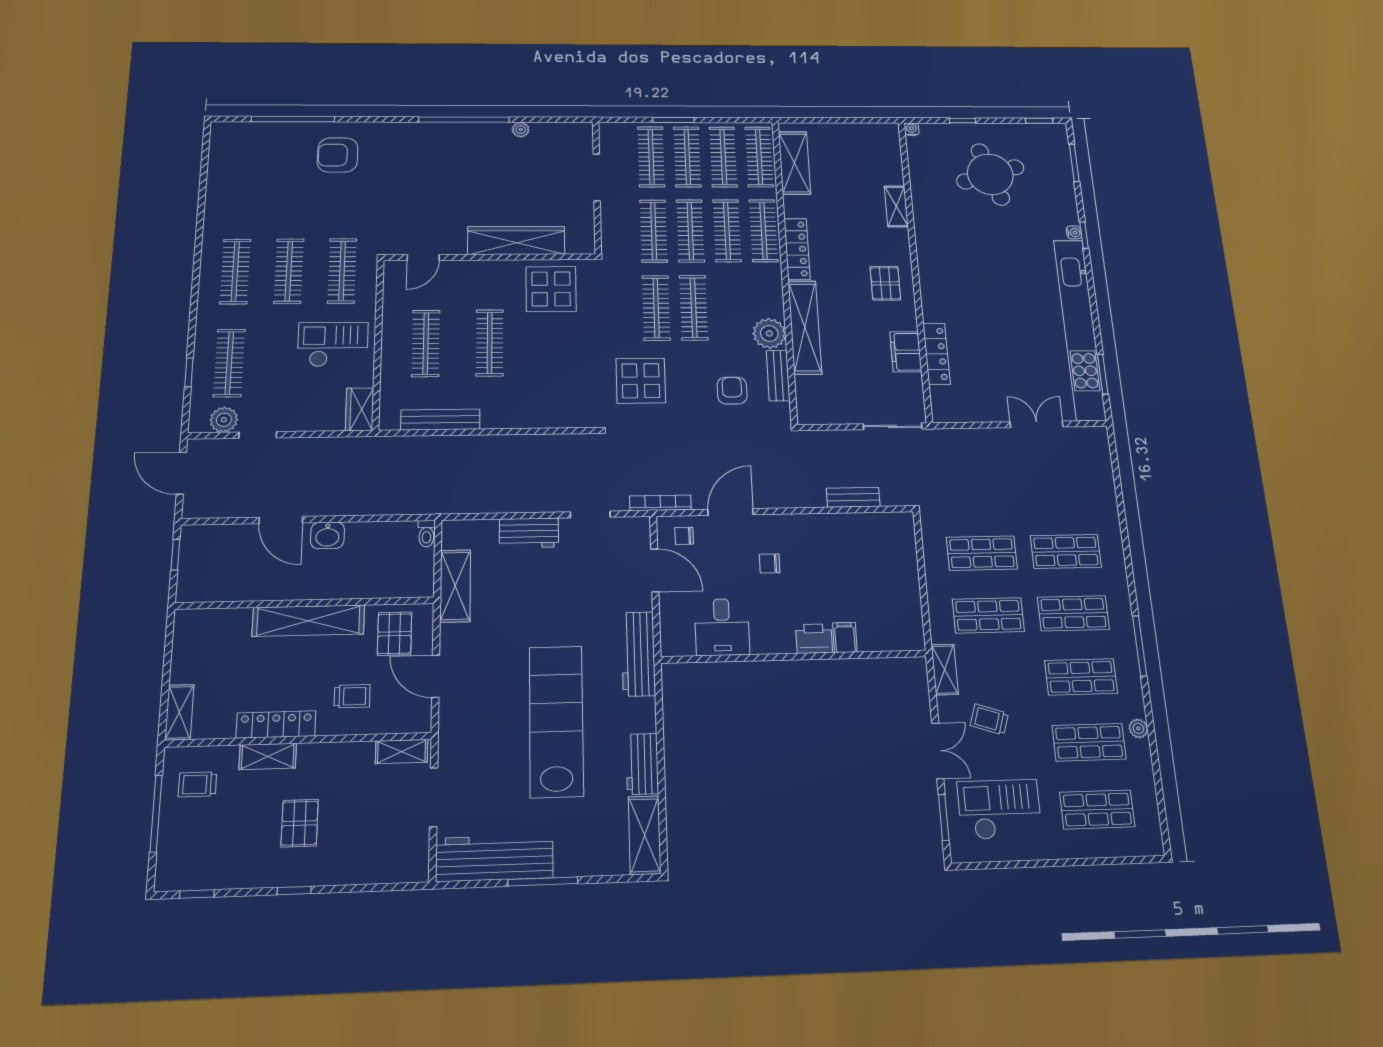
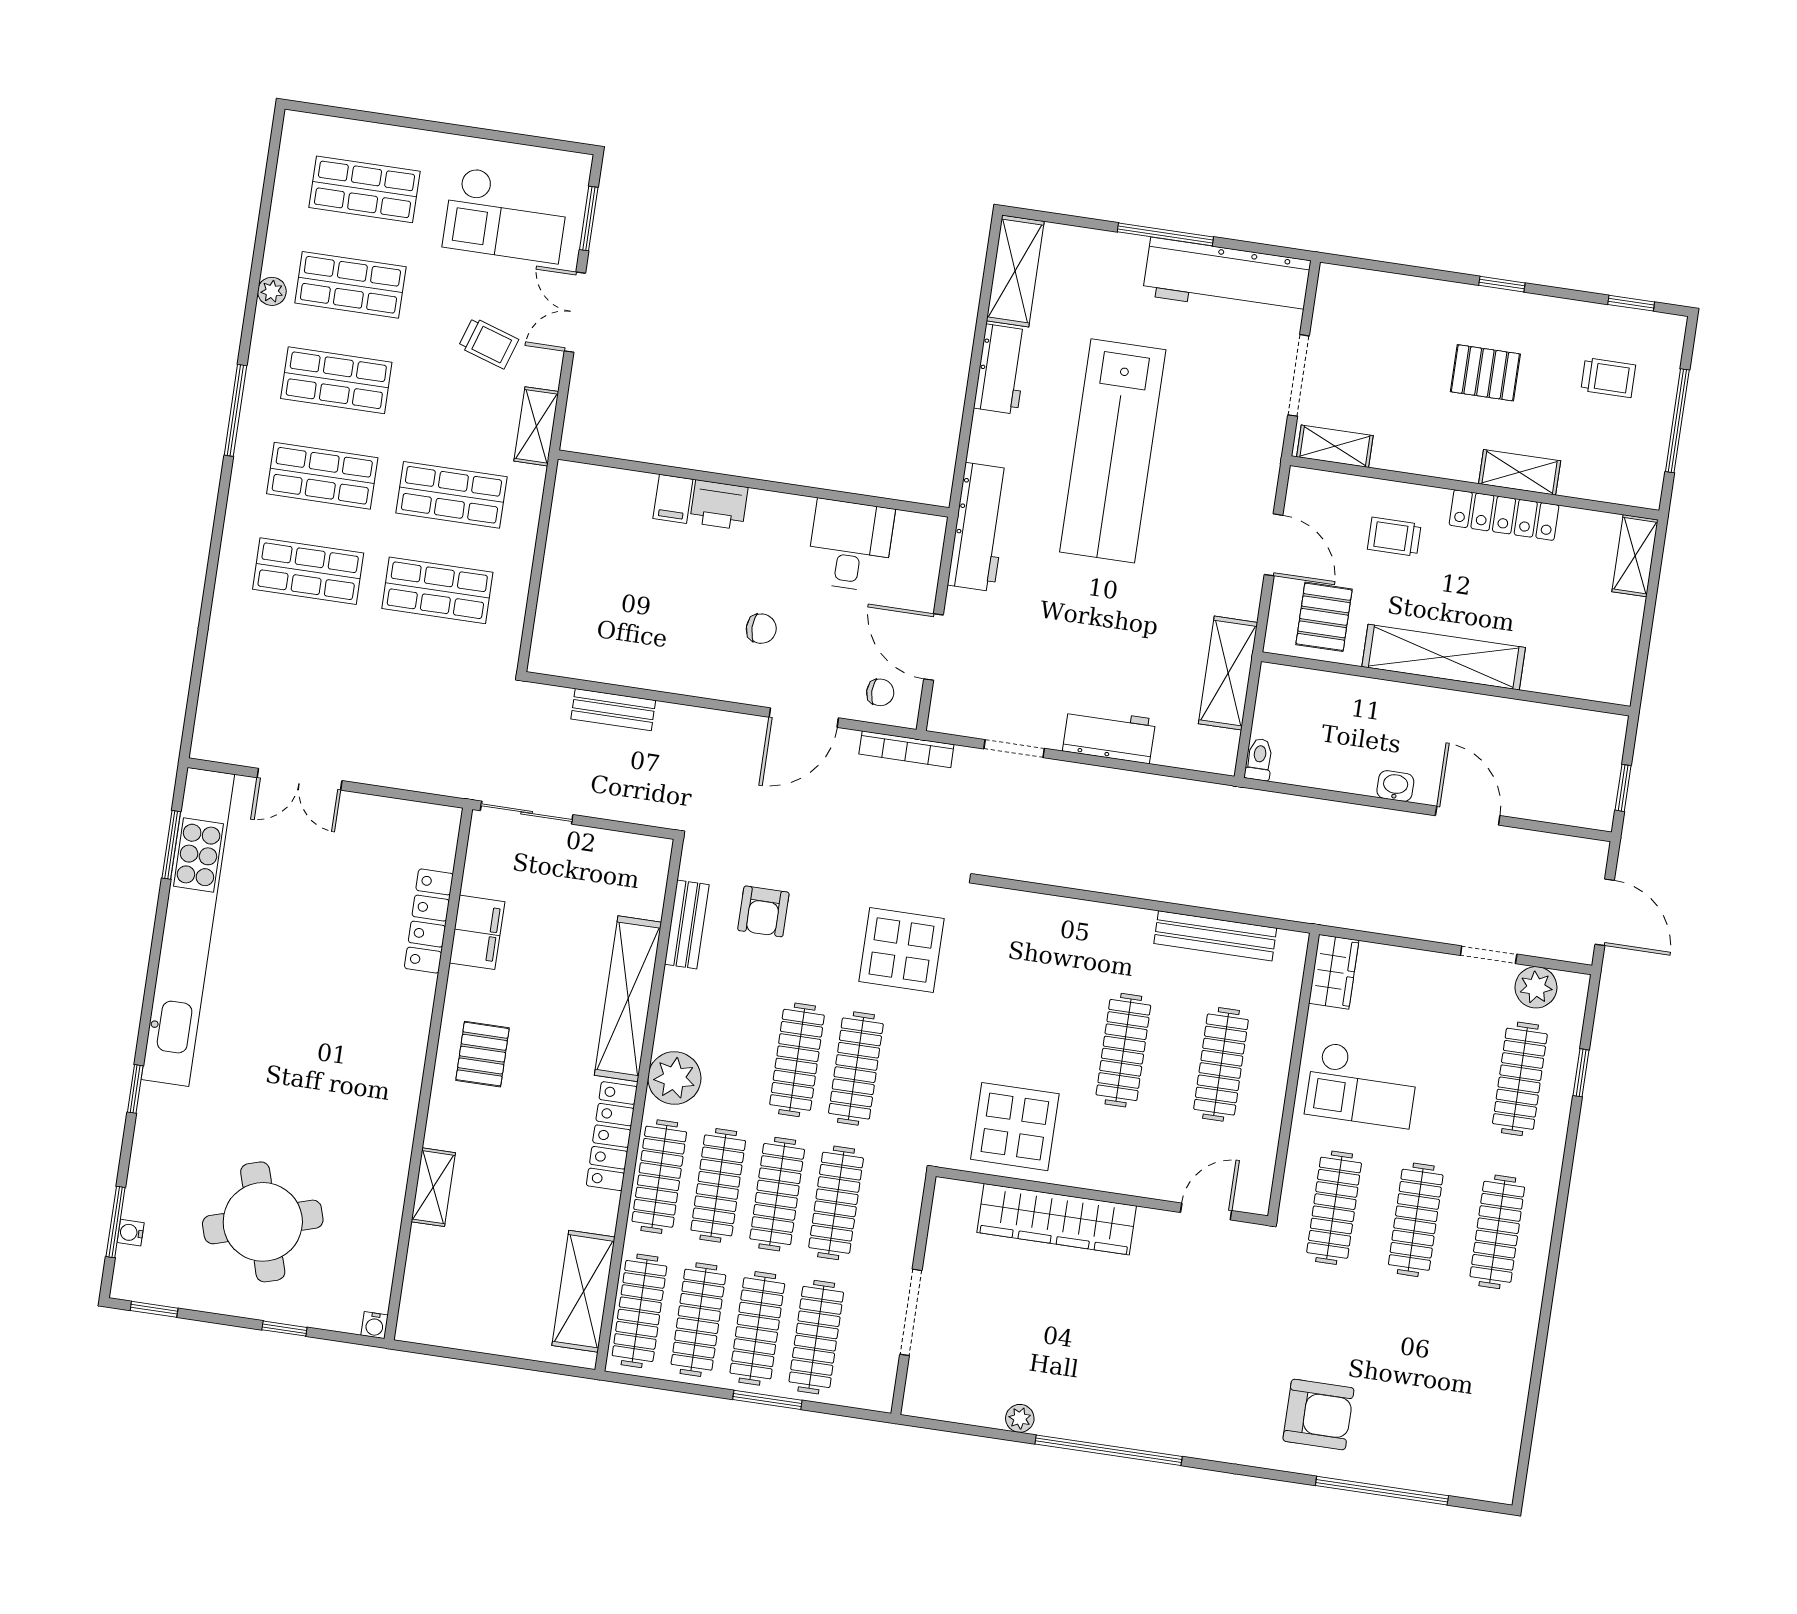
water cooler: (1074, 232) -> (131, 1233), moved
plant: (769, 333) -> (674, 1078), moved
washbasin: (327, 535) -> (1395, 786), width x0.72, depth x0.69
trolley: (197, 784) -> (1608, 378), moved
pallet: (300, 823) -> (1485, 373), turned 90

